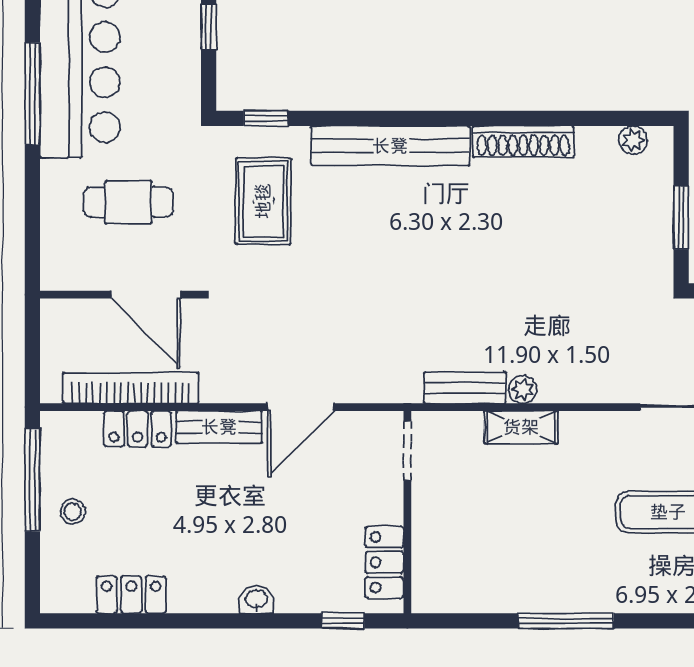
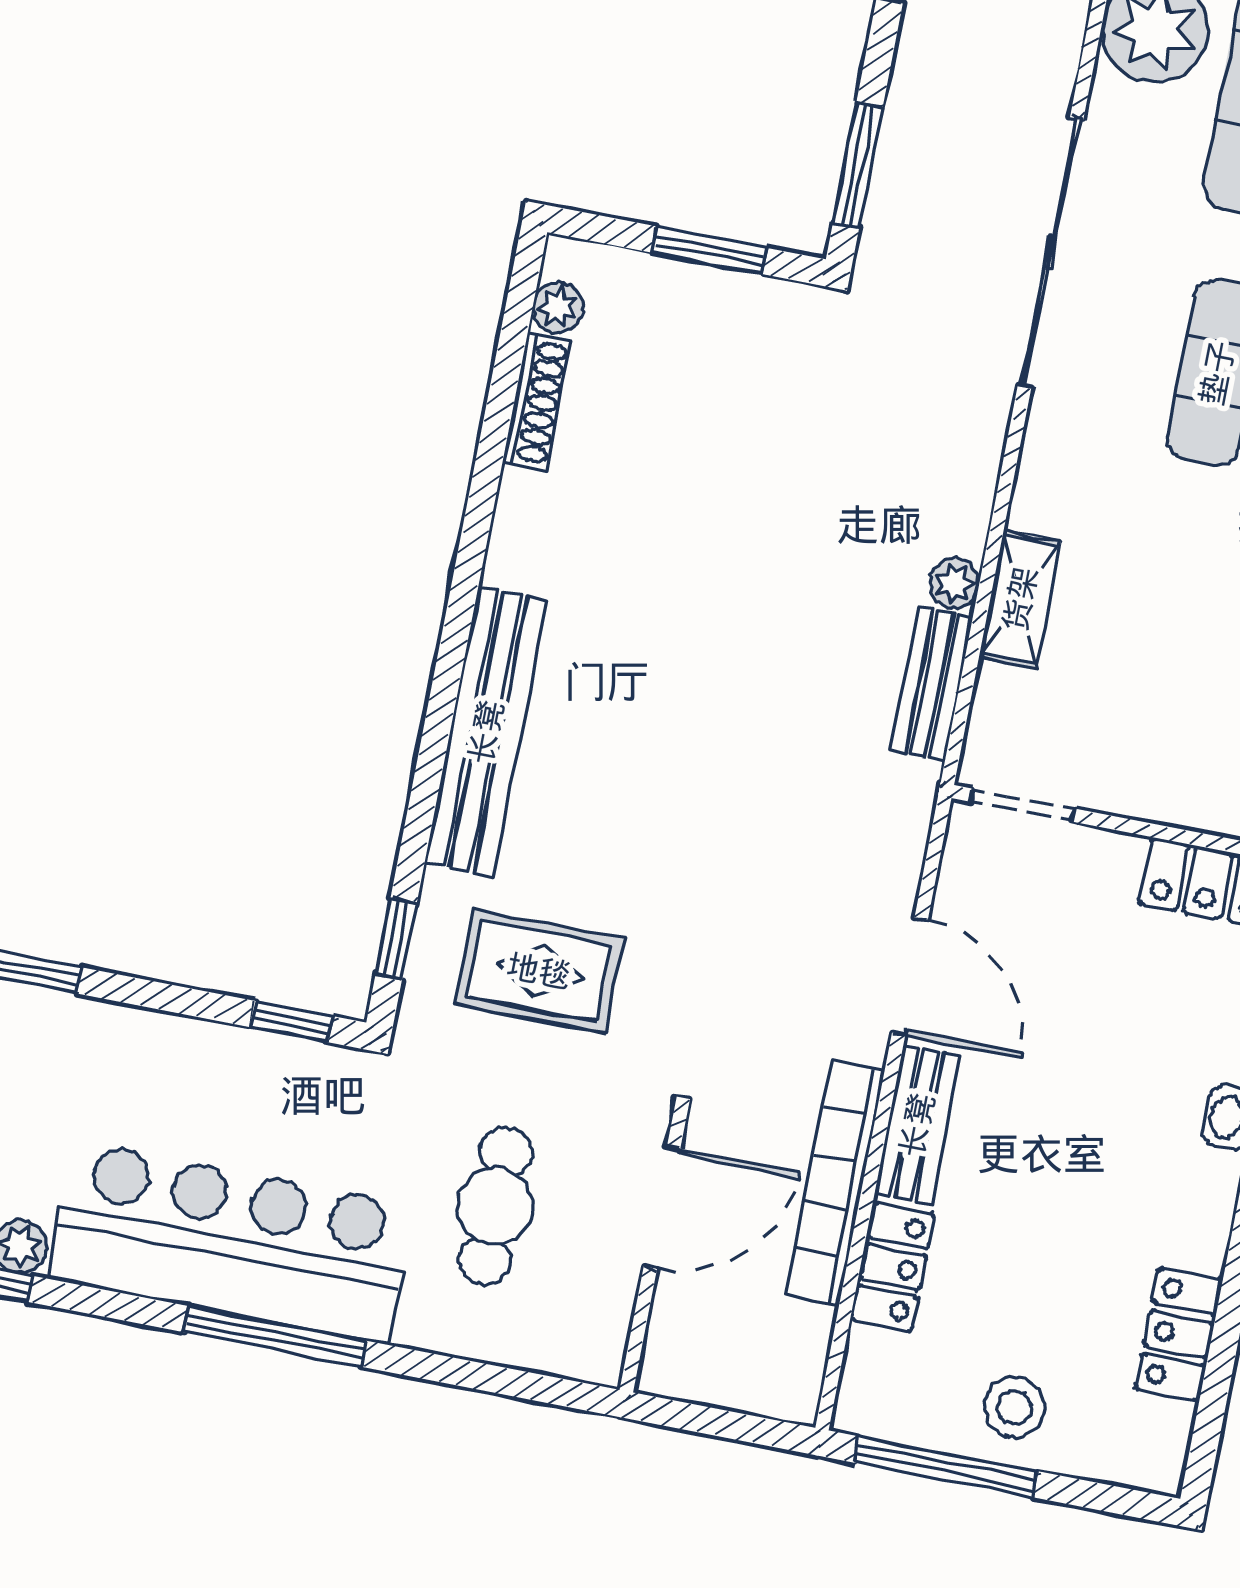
window: (209, 27) -> (291, 1022), moved
shoe rack: (523, 142) -> (537, 402), moved, width x0.74, depth x0.81
bookcase: (131, 388) -> (835, 1182), moved
stool: (73, 511) -> (1014, 1407), width x1.37, depth x1.37

